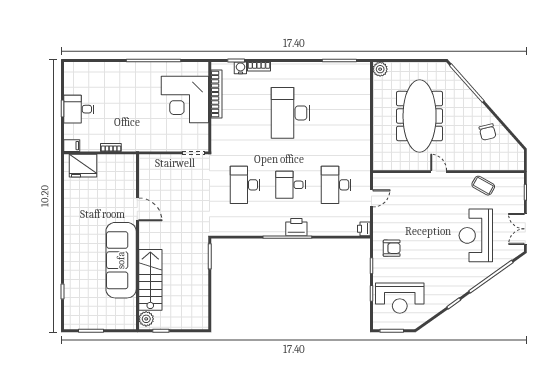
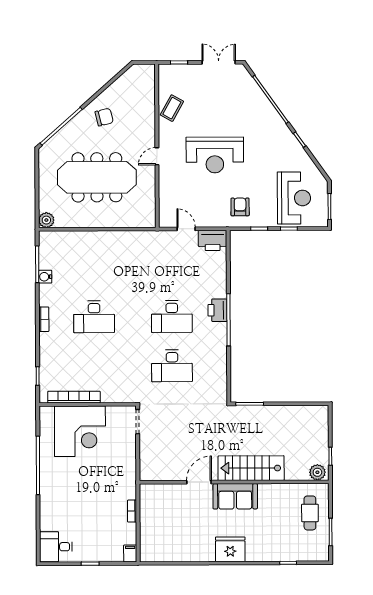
bookcase: (259, 66) -> (44, 319), moved
water cooler: (240, 68) -> (45, 277), moved
desk: (79, 109) -> (56, 547), moved, turned 90
desk: (291, 113) -> (94, 317), width x0.73, depth x0.77
chair: (488, 132) -> (104, 117), moved
fridge: (83, 166) -> (230, 549), moved, turned -90
desk: (291, 185) -> (172, 317), width x1.37
desk: (336, 185) -> (172, 267), removed
printer: (364, 229) -> (213, 240), width x1.87, depth x1.48
double door: (525, 229) -> (219, 62), swing flipped
reception desk: (476, 235) -> (215, 155), moved
sofa: (121, 260) -> (235, 496), width x0.54, depth x0.79
stairs: (150, 280) -> (251, 468), moved
cafe table: (109, 312) -> (310, 513), added

